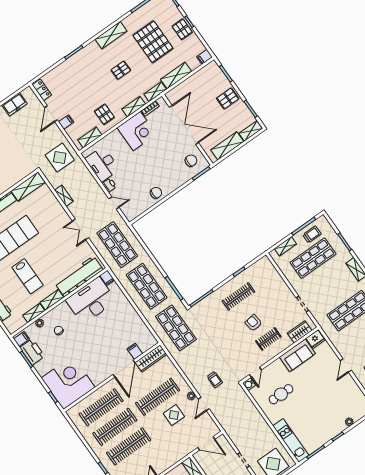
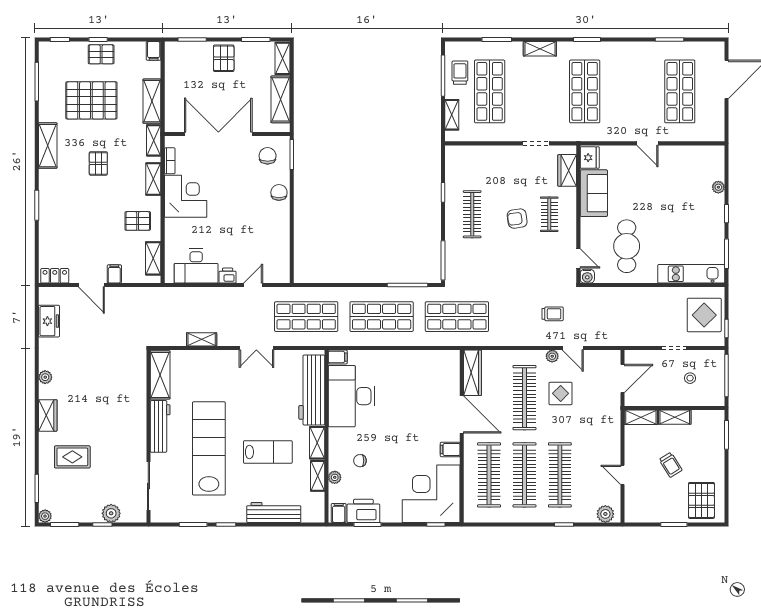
display table: (60, 157) -> (152, 312), removed
chair: (156, 193) -> (279, 192), moved
filing cabinet: (135, 351) -> (450, 449), moved
cafe table: (281, 394) -> (627, 246), width x1.37, depth x1.35

